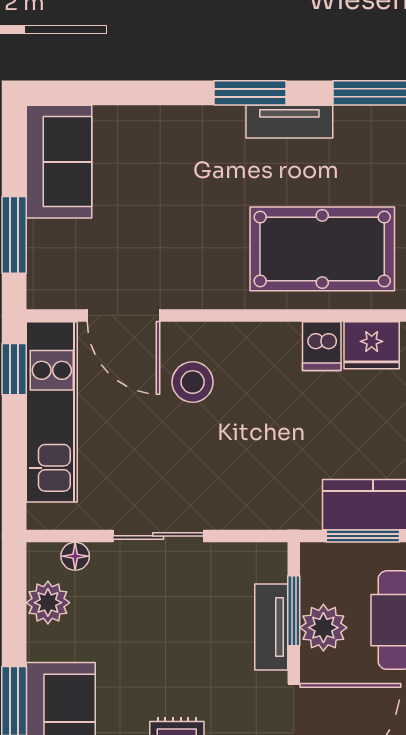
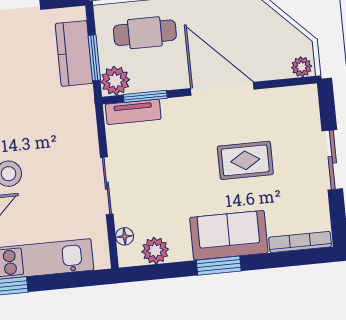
tv unit: (271, 627) -> (133, 112), moved
plant: (323, 628) -> (115, 81), moved

